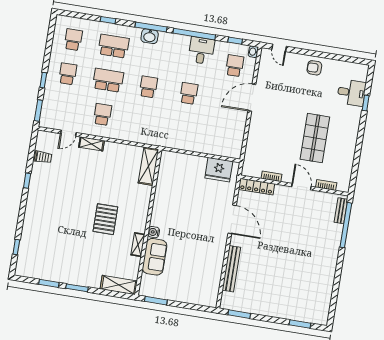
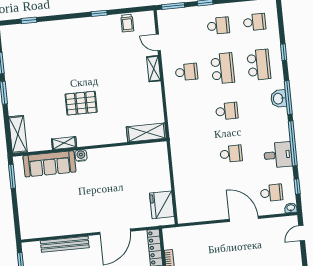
sofa: (155, 257) -> (49, 164), width x1.36

